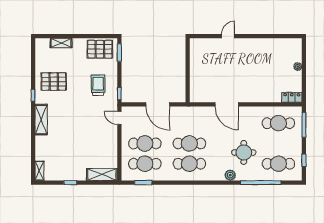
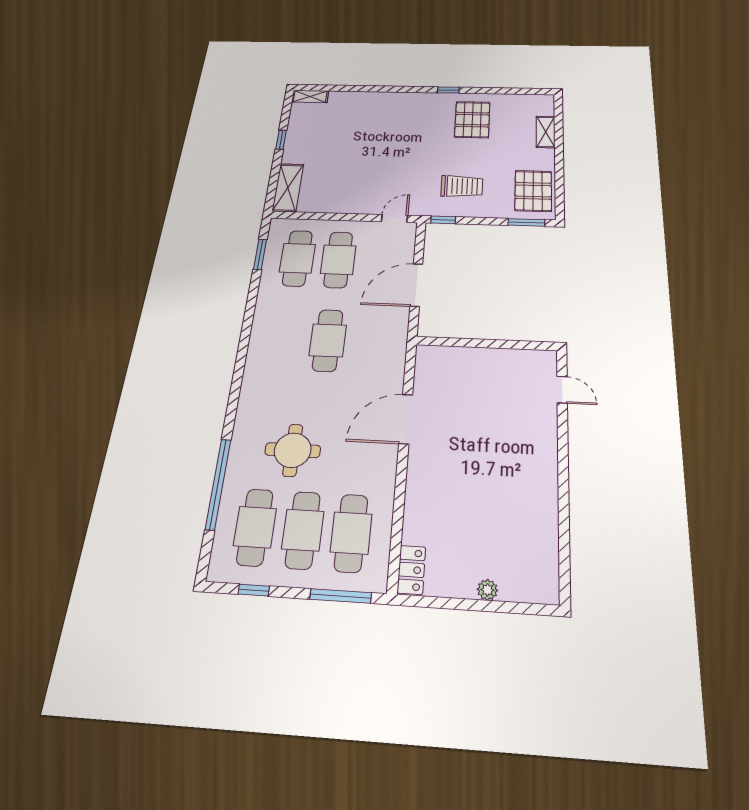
door: (228, 36) -> (562, 390), moved
shelving: (41, 120) -> (403, 100), removed
cafe table: (189, 164) -> (303, 530), moved
plant: (230, 175) -> (247, 419), removed

